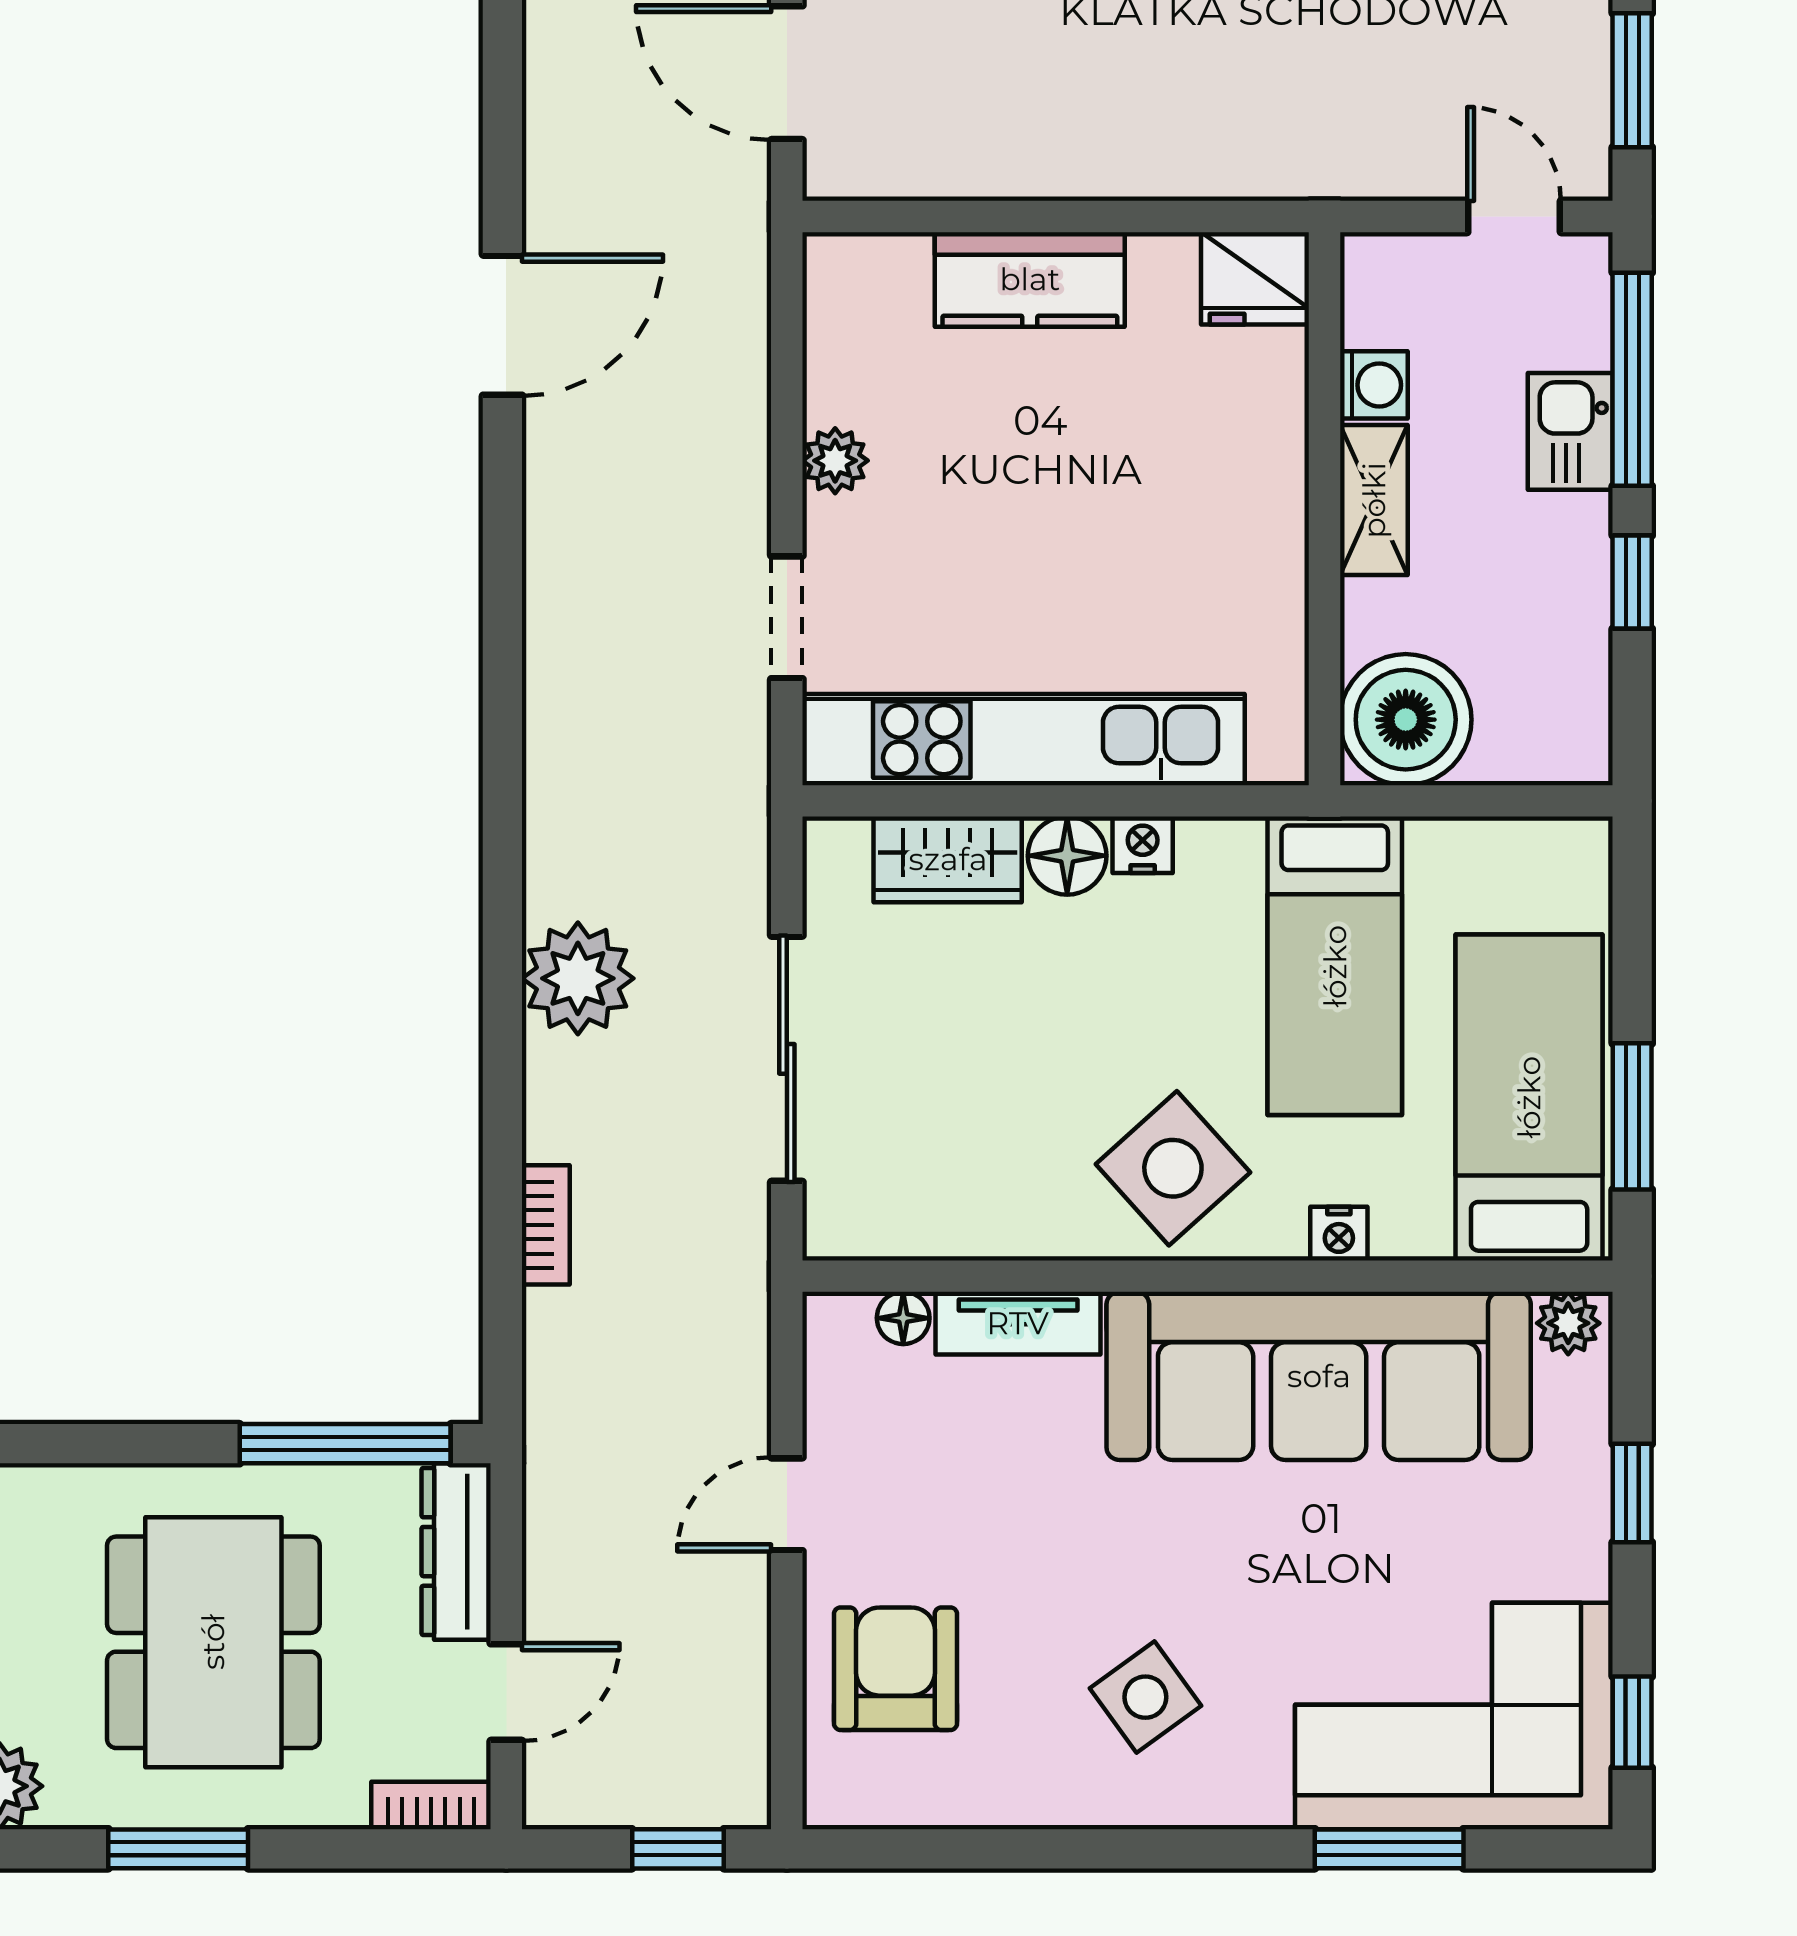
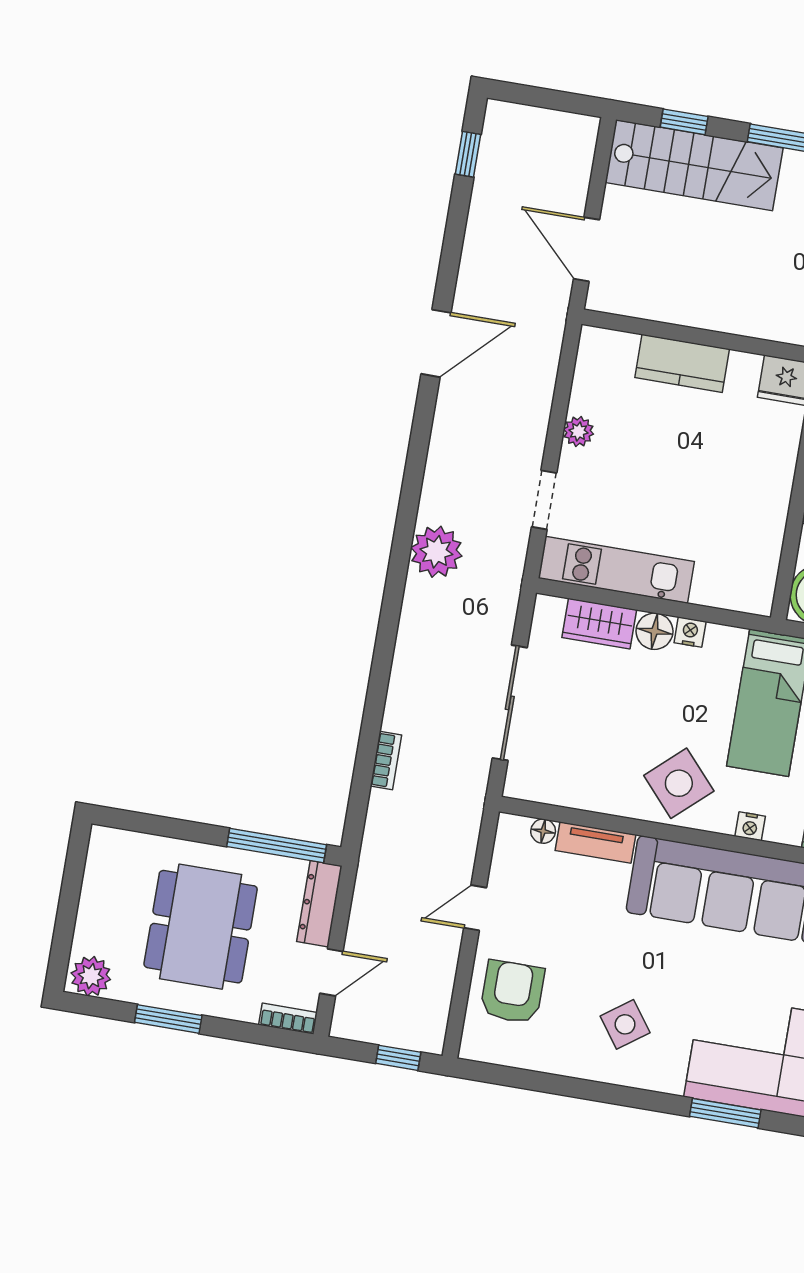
kitchen unit: (1023, 740) -> (616, 570), width x0.73
plant: (578, 978) -> (436, 552), moved

